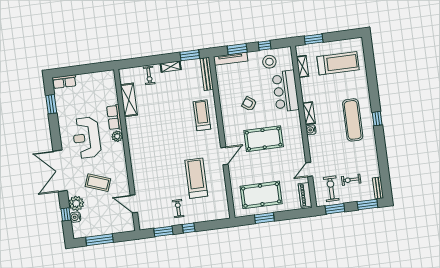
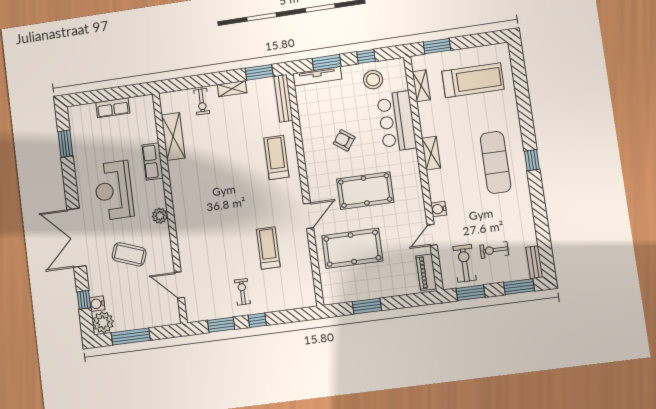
row of seats: (64, 82) -> (113, 108), moved
water cooler: (311, 130) -> (439, 209), moved
plant: (117, 136) -> (160, 216), moved
treadmill: (196, 178) -> (268, 248), width x0.73, depth x0.73
pool table: (261, 195) -> (352, 248), moved
plant: (76, 203) -> (103, 322), moved

